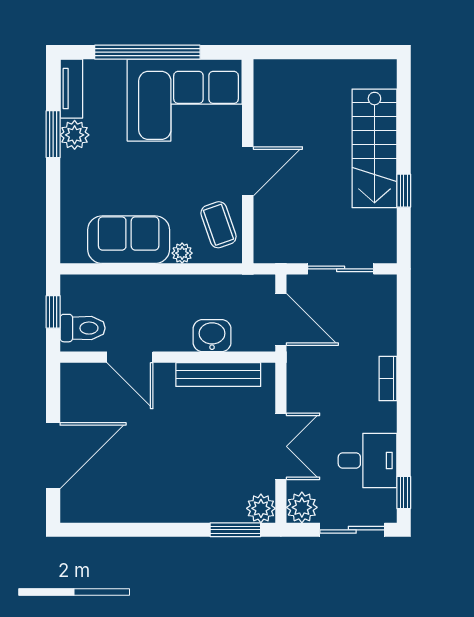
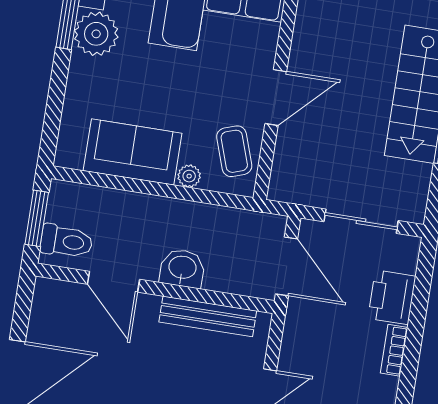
plant: (75, 135) -> (96, 34), width x1.36, depth x1.36
window: (53, 312) -> (37, 218), width x1.50
printer: (379, 332) -> (392, 297), added
washbasin: (212, 336) -> (182, 268), moved

